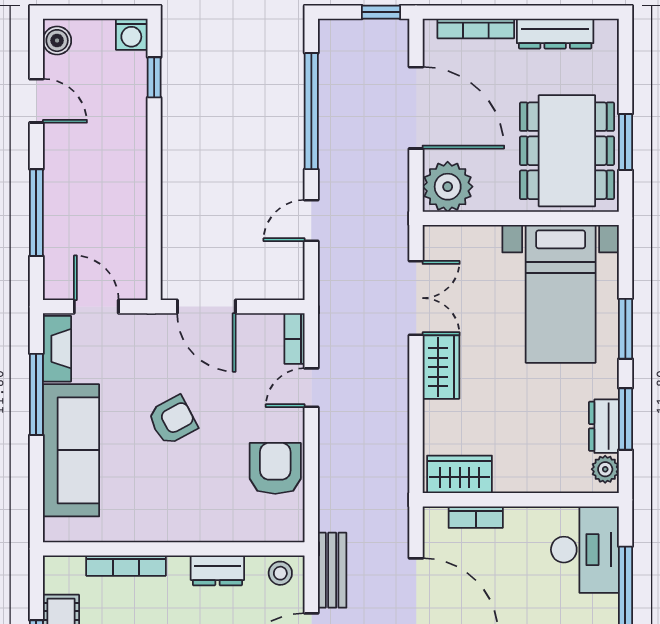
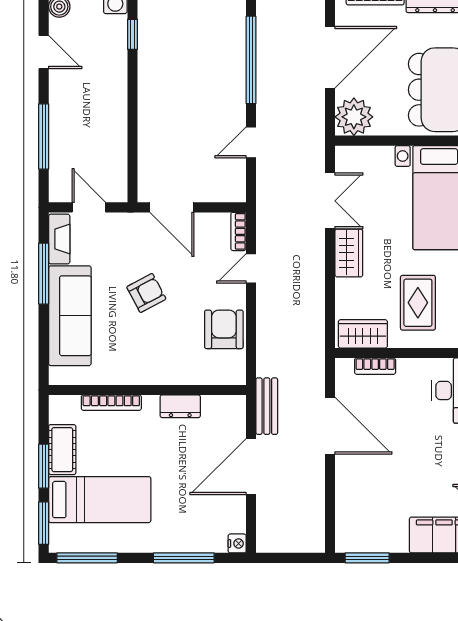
door: (416, 108) -> (330, 57), hinge flipped
rug: (533, 433) -> (418, 303), added
stool: (280, 573) -> (228, 408), removed

